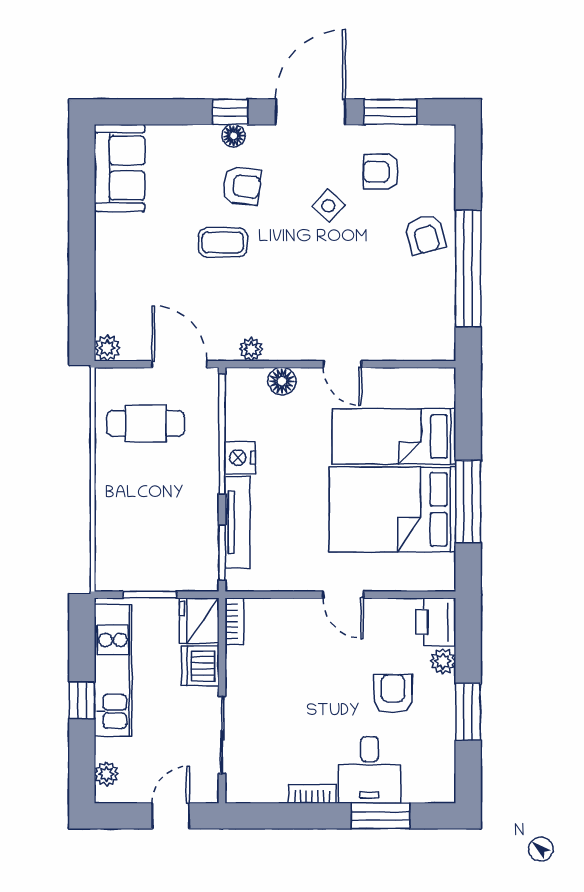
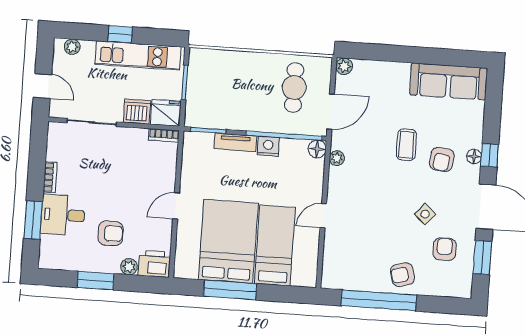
sofa: (120, 168) -> (449, 81), width x1.36
floor lamp: (282, 381) -> (317, 149), moved
tv unit: (238, 522) -> (235, 142), width x0.71

